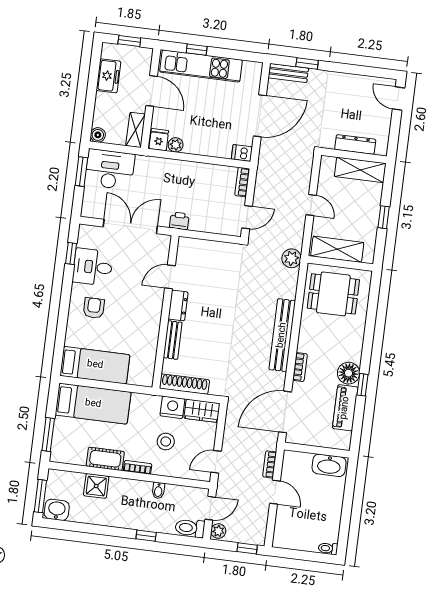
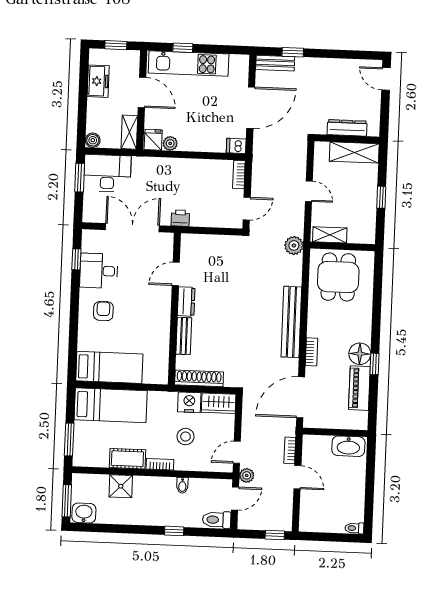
shelving: (337, 249) -> (330, 235), width x0.67, depth x0.75
dining table: (333, 294) -> (338, 277), turned 90
plant: (218, 531) -> (247, 475), moved

